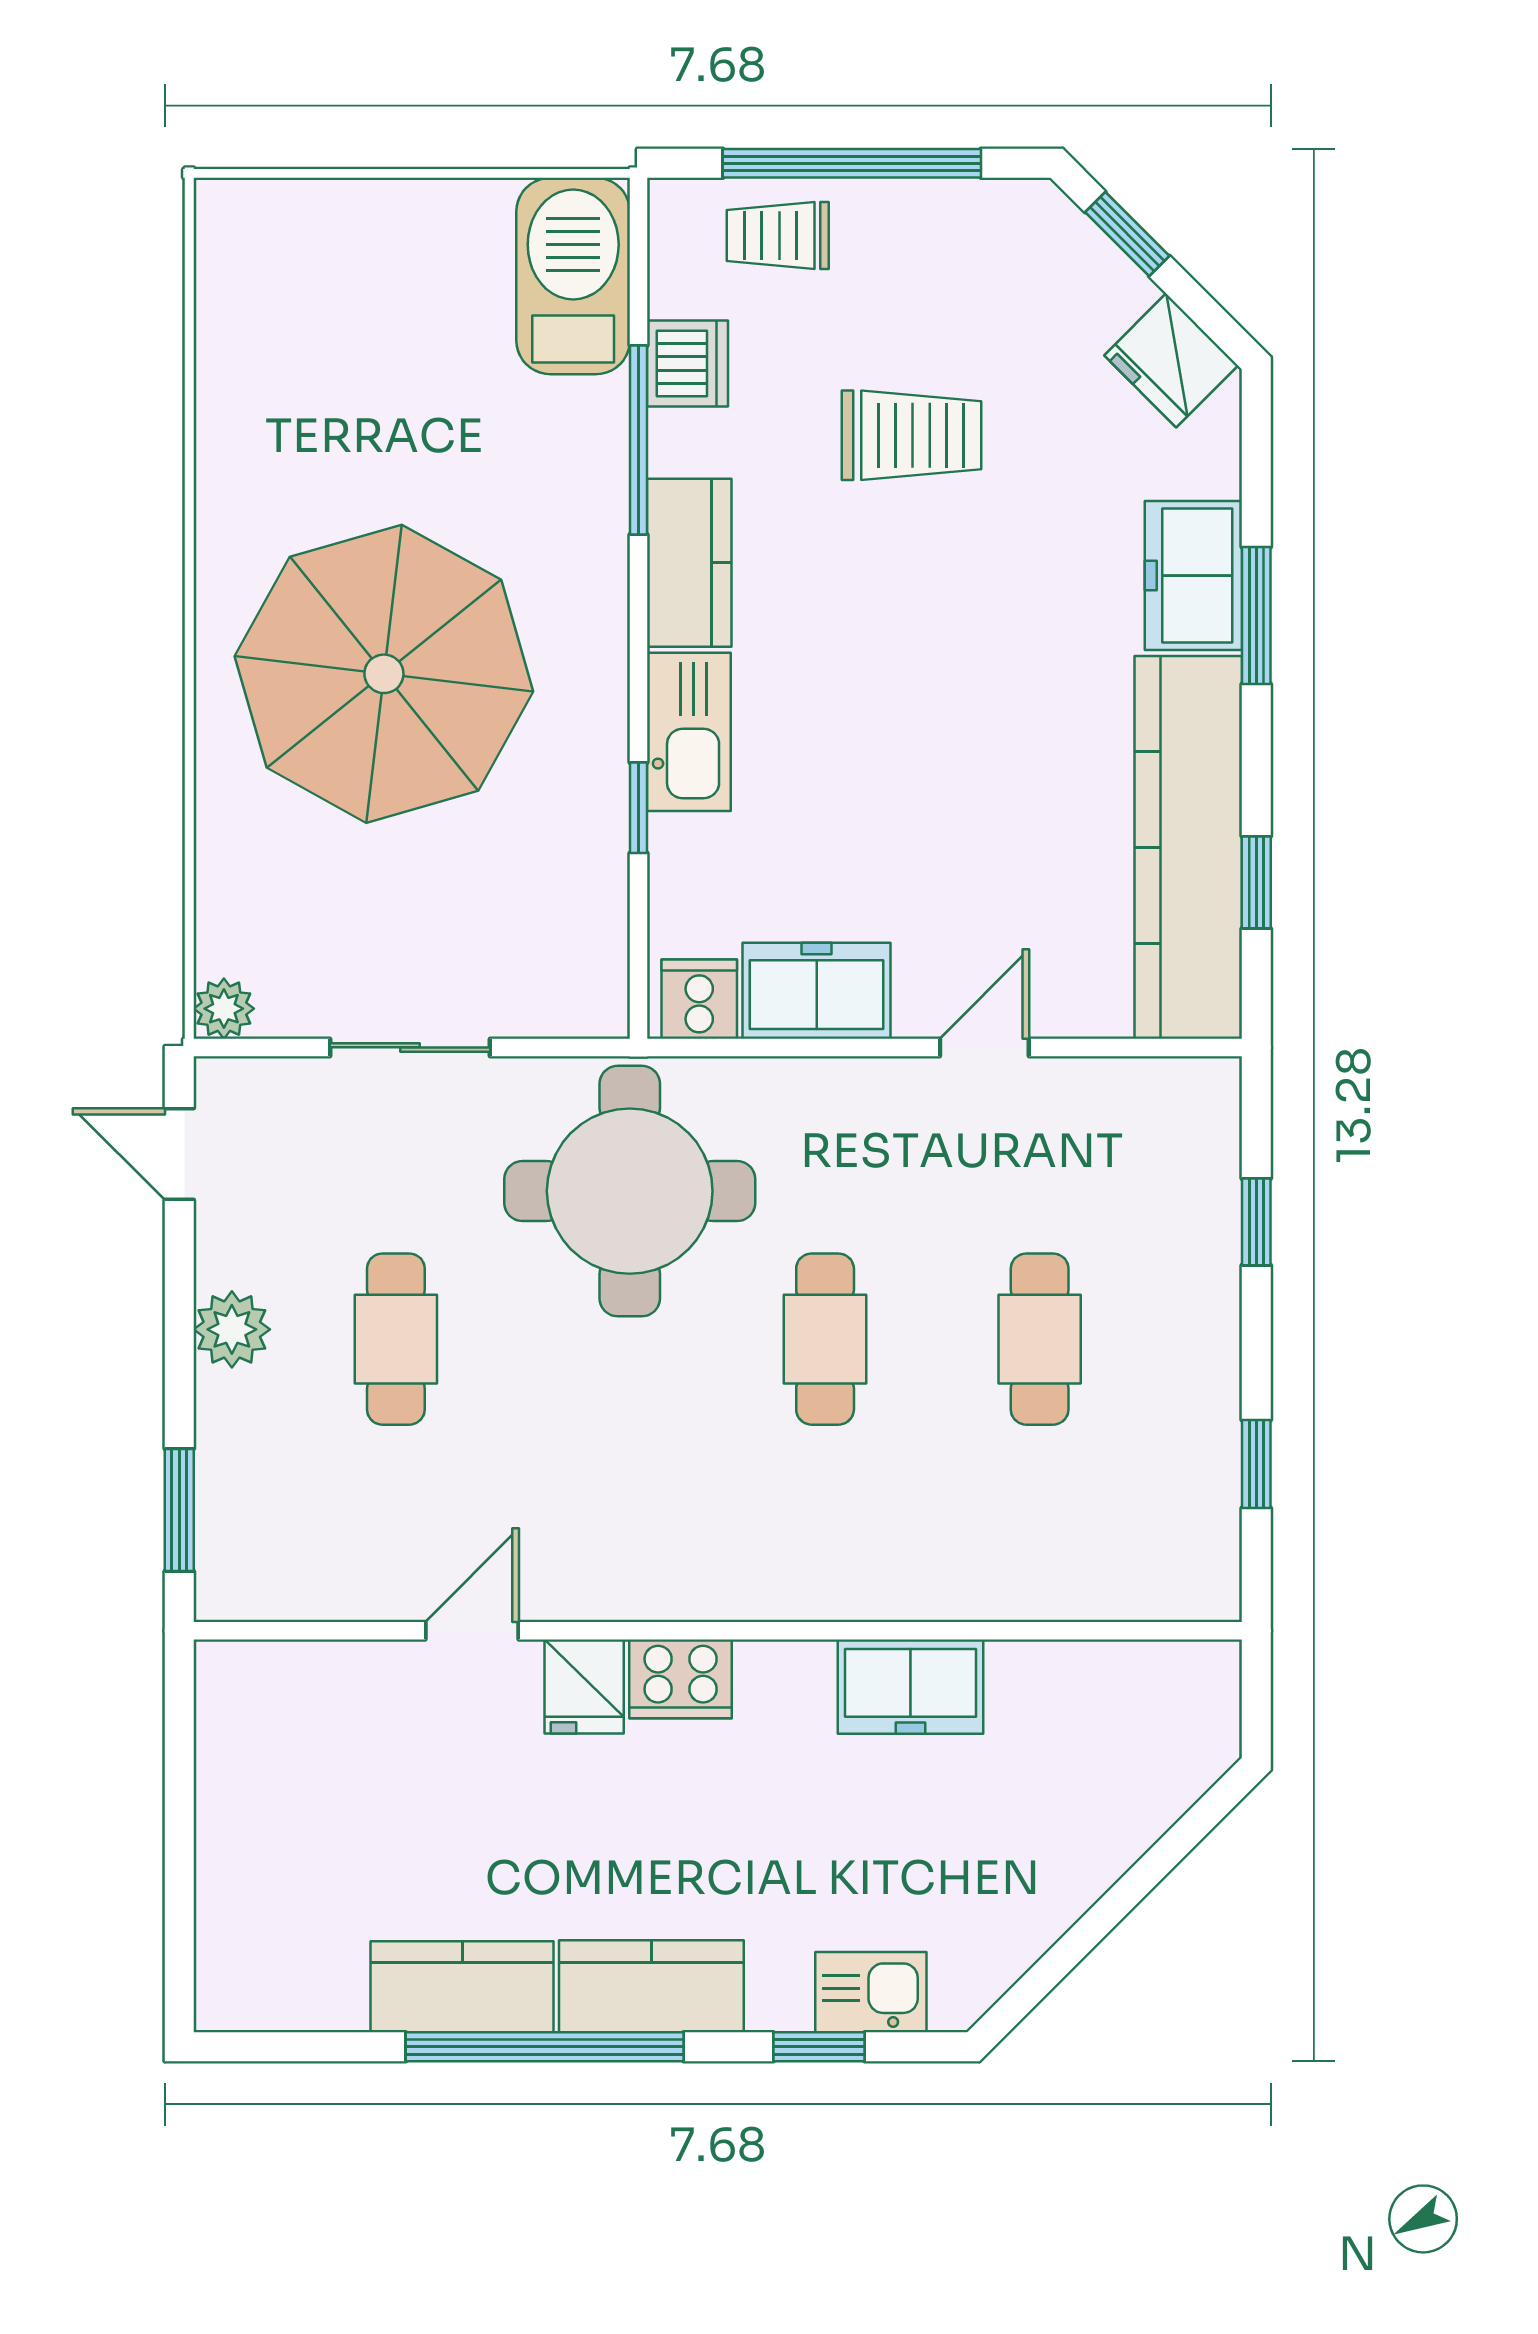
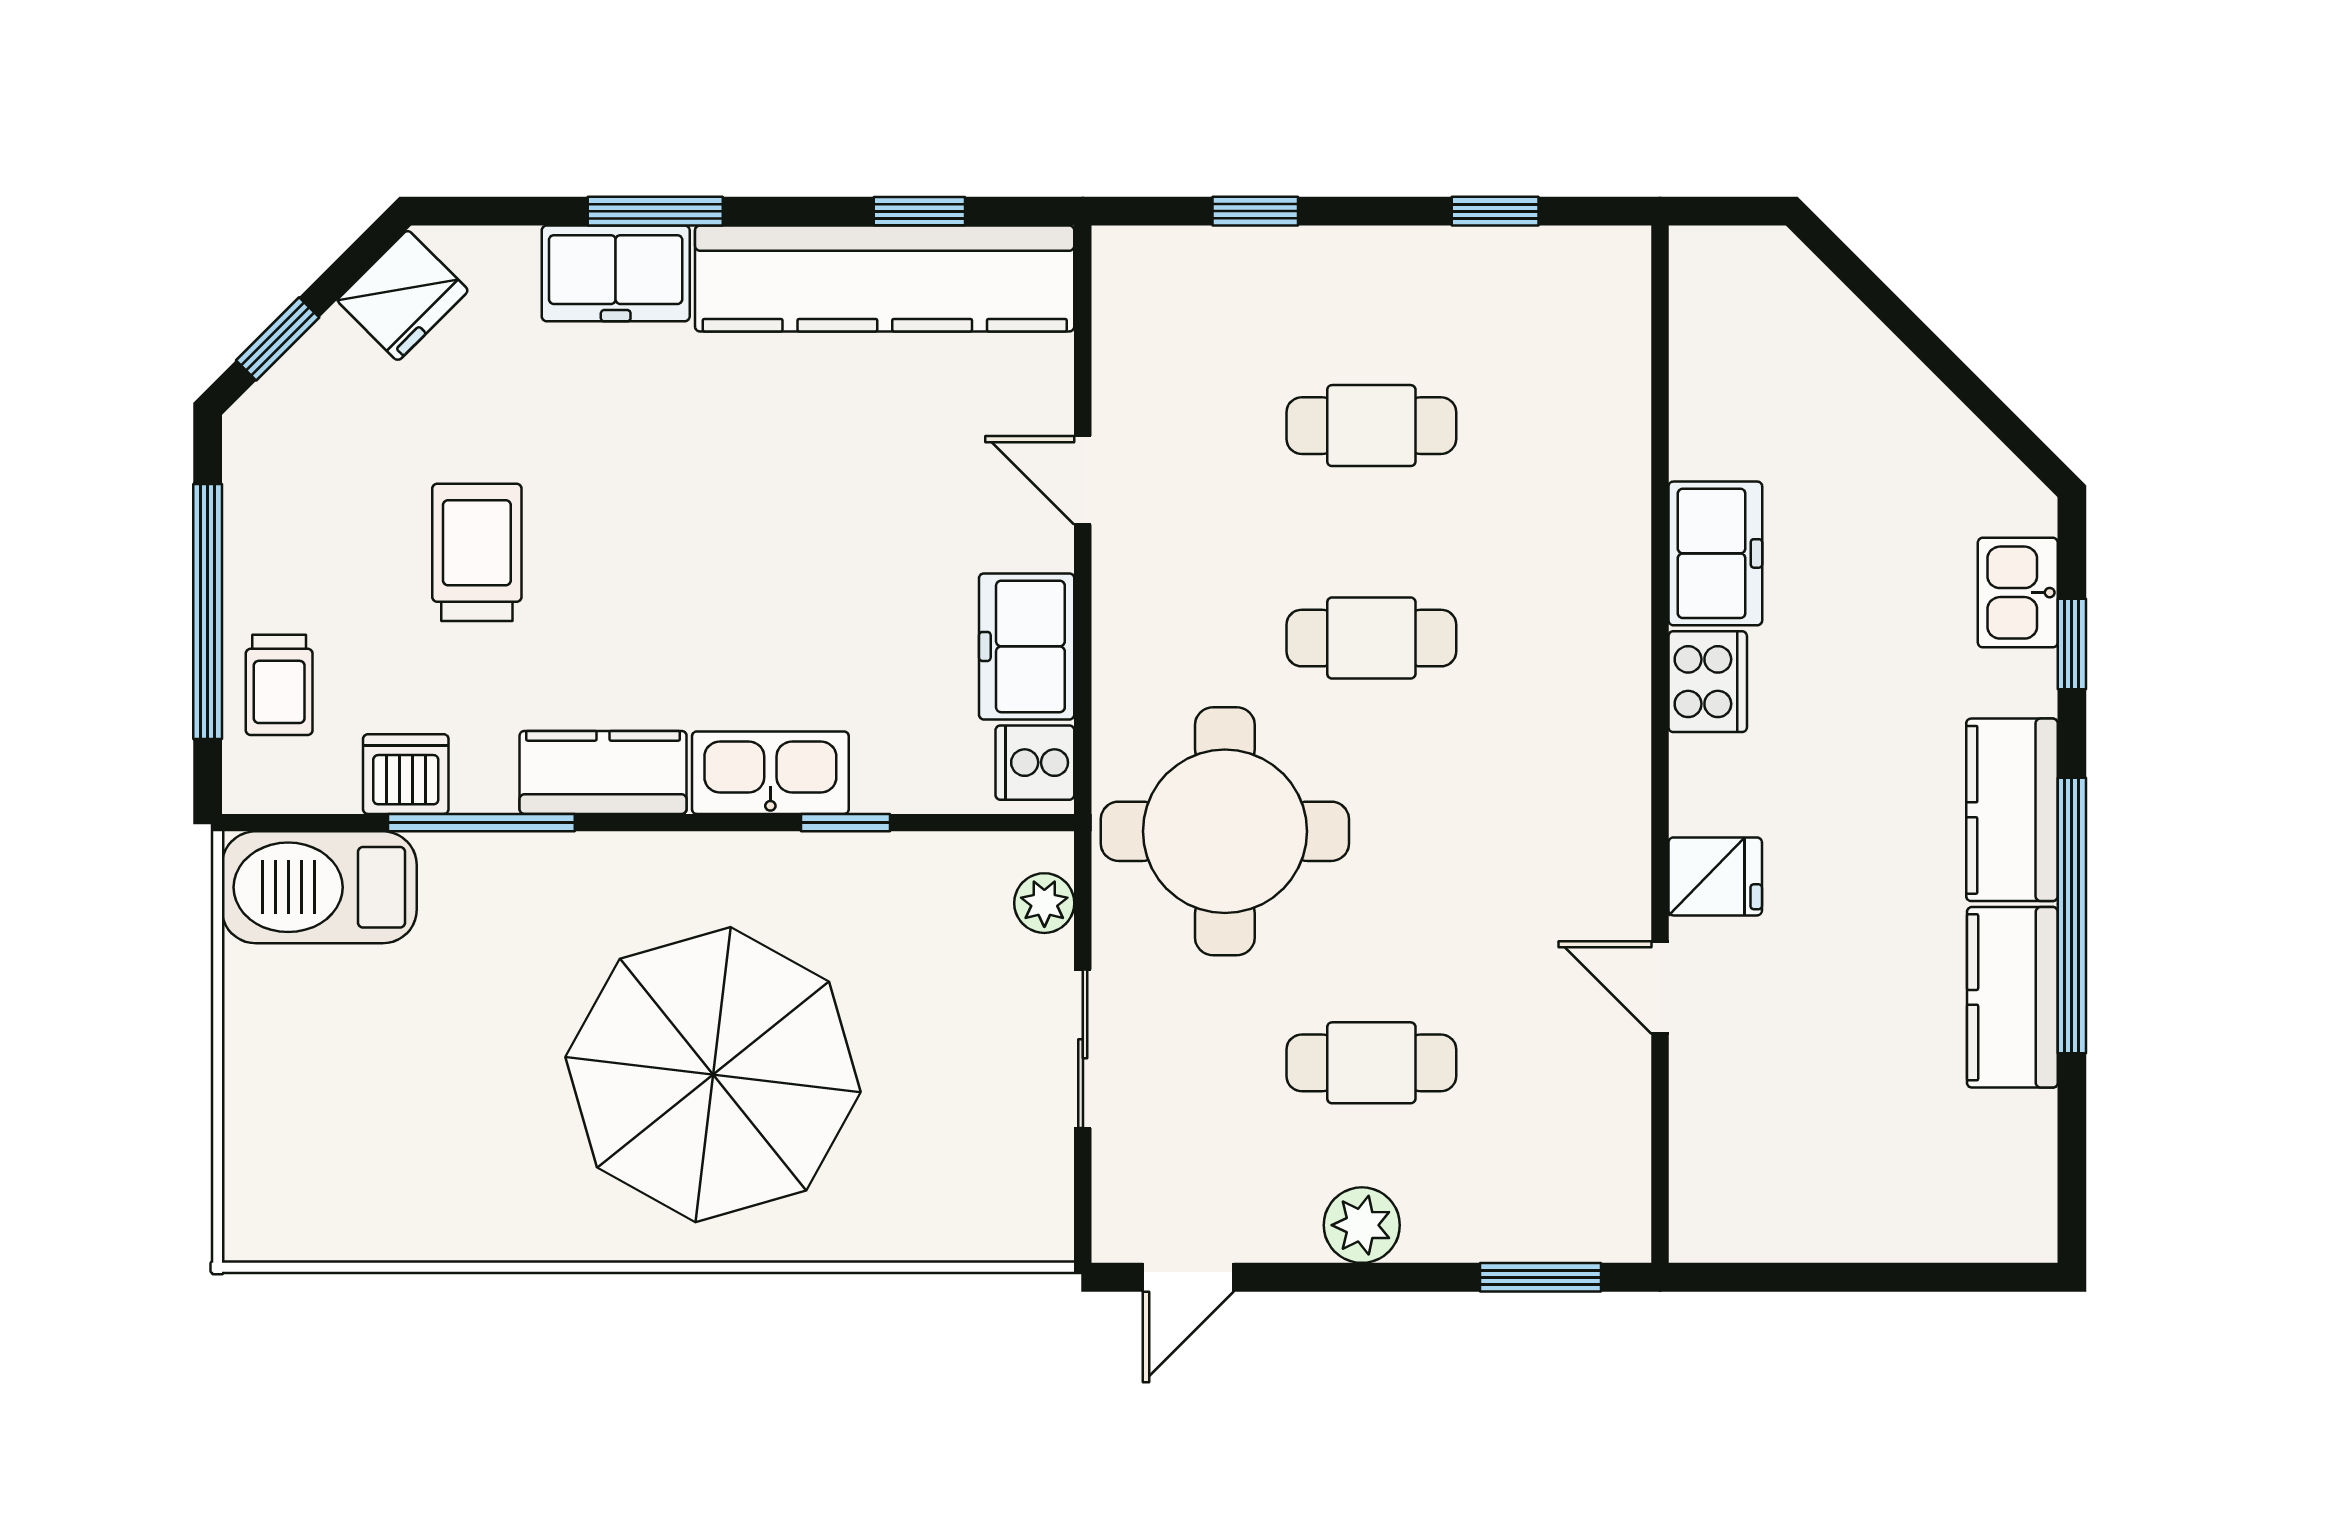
plant: (224, 1009) -> (1044, 903), moved
cooker: (681, 1679) -> (1708, 682), moved

